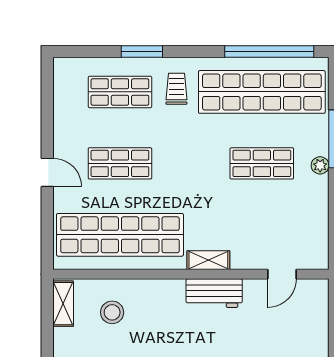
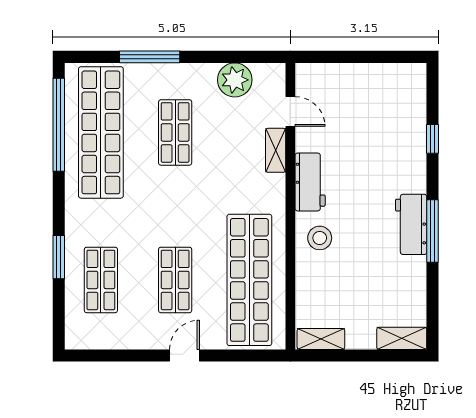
trolley: (176, 89) -> (97, 221), removed
plant: (320, 165) -> (235, 80), moved, width x1.88, depth x1.88
shelving: (208, 260) -> (276, 150), moved
stool: (112, 312) -> (320, 238), moved

